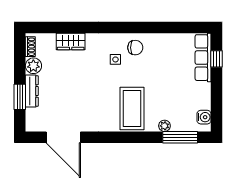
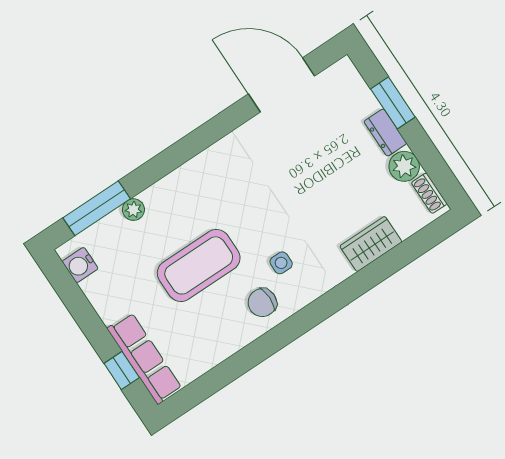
dresser: (32, 91) -> (385, 132), width x0.70
coffee table: (132, 108) -> (199, 265), moved, turned 90

